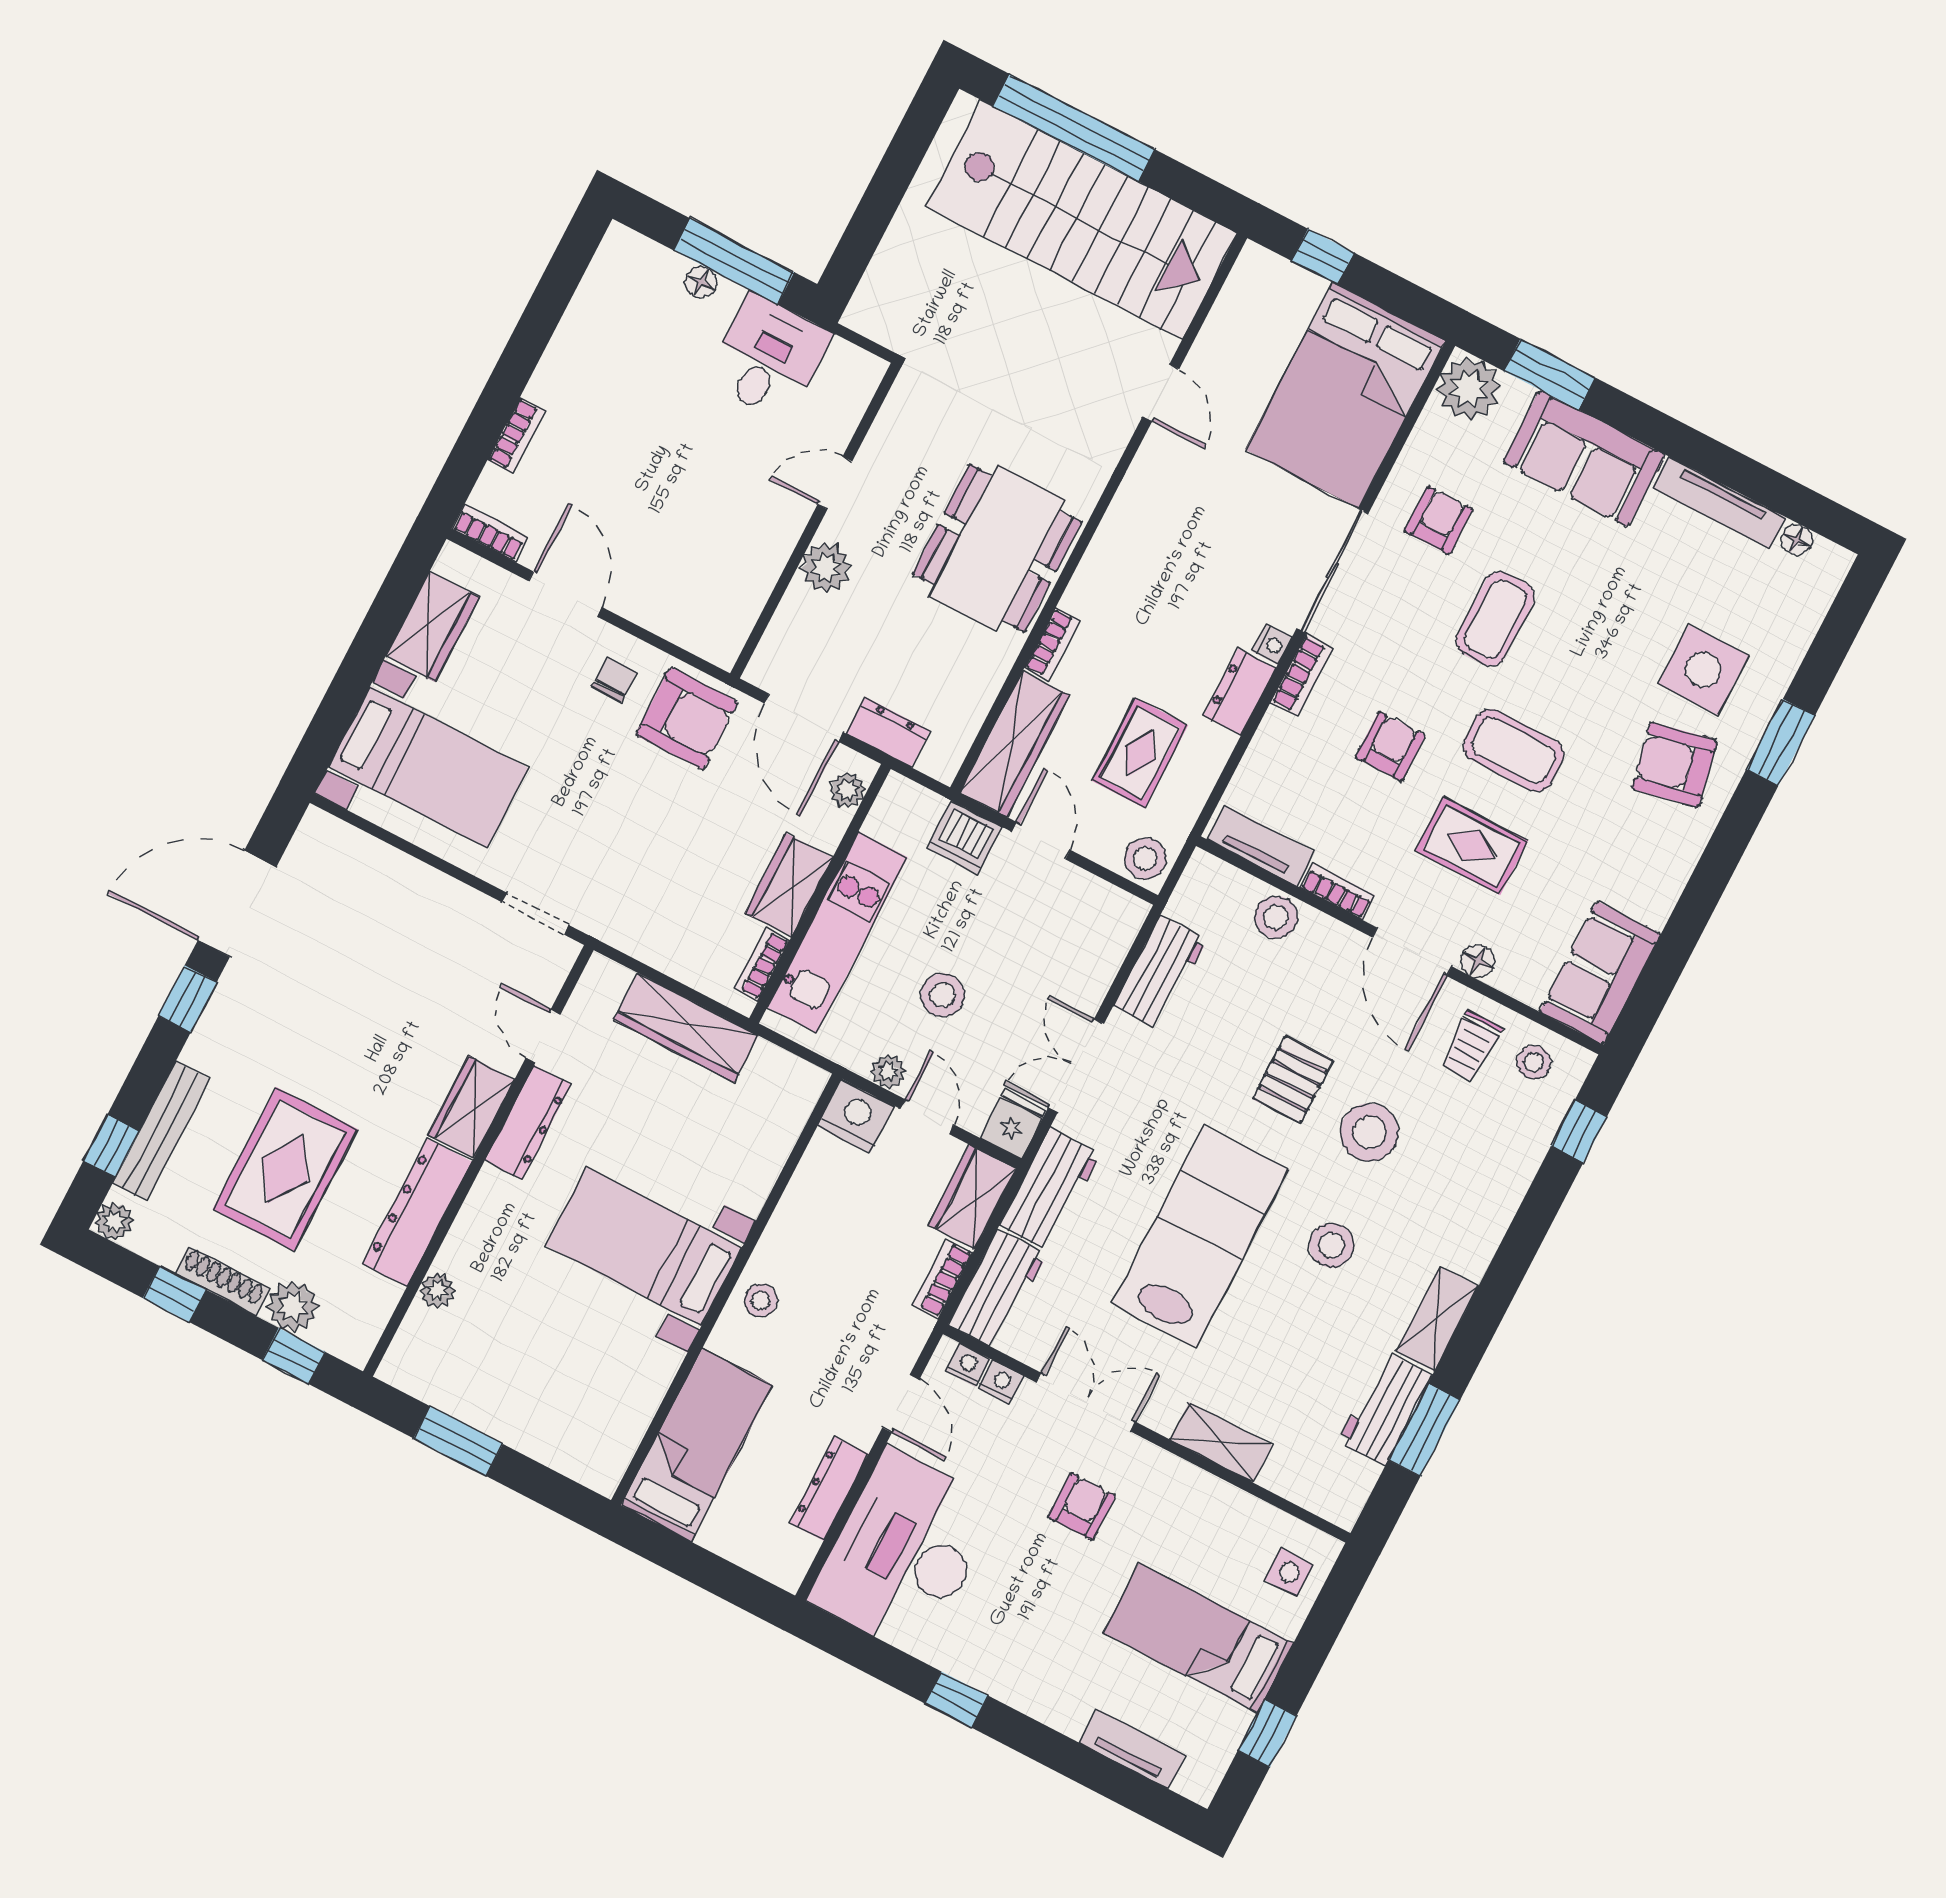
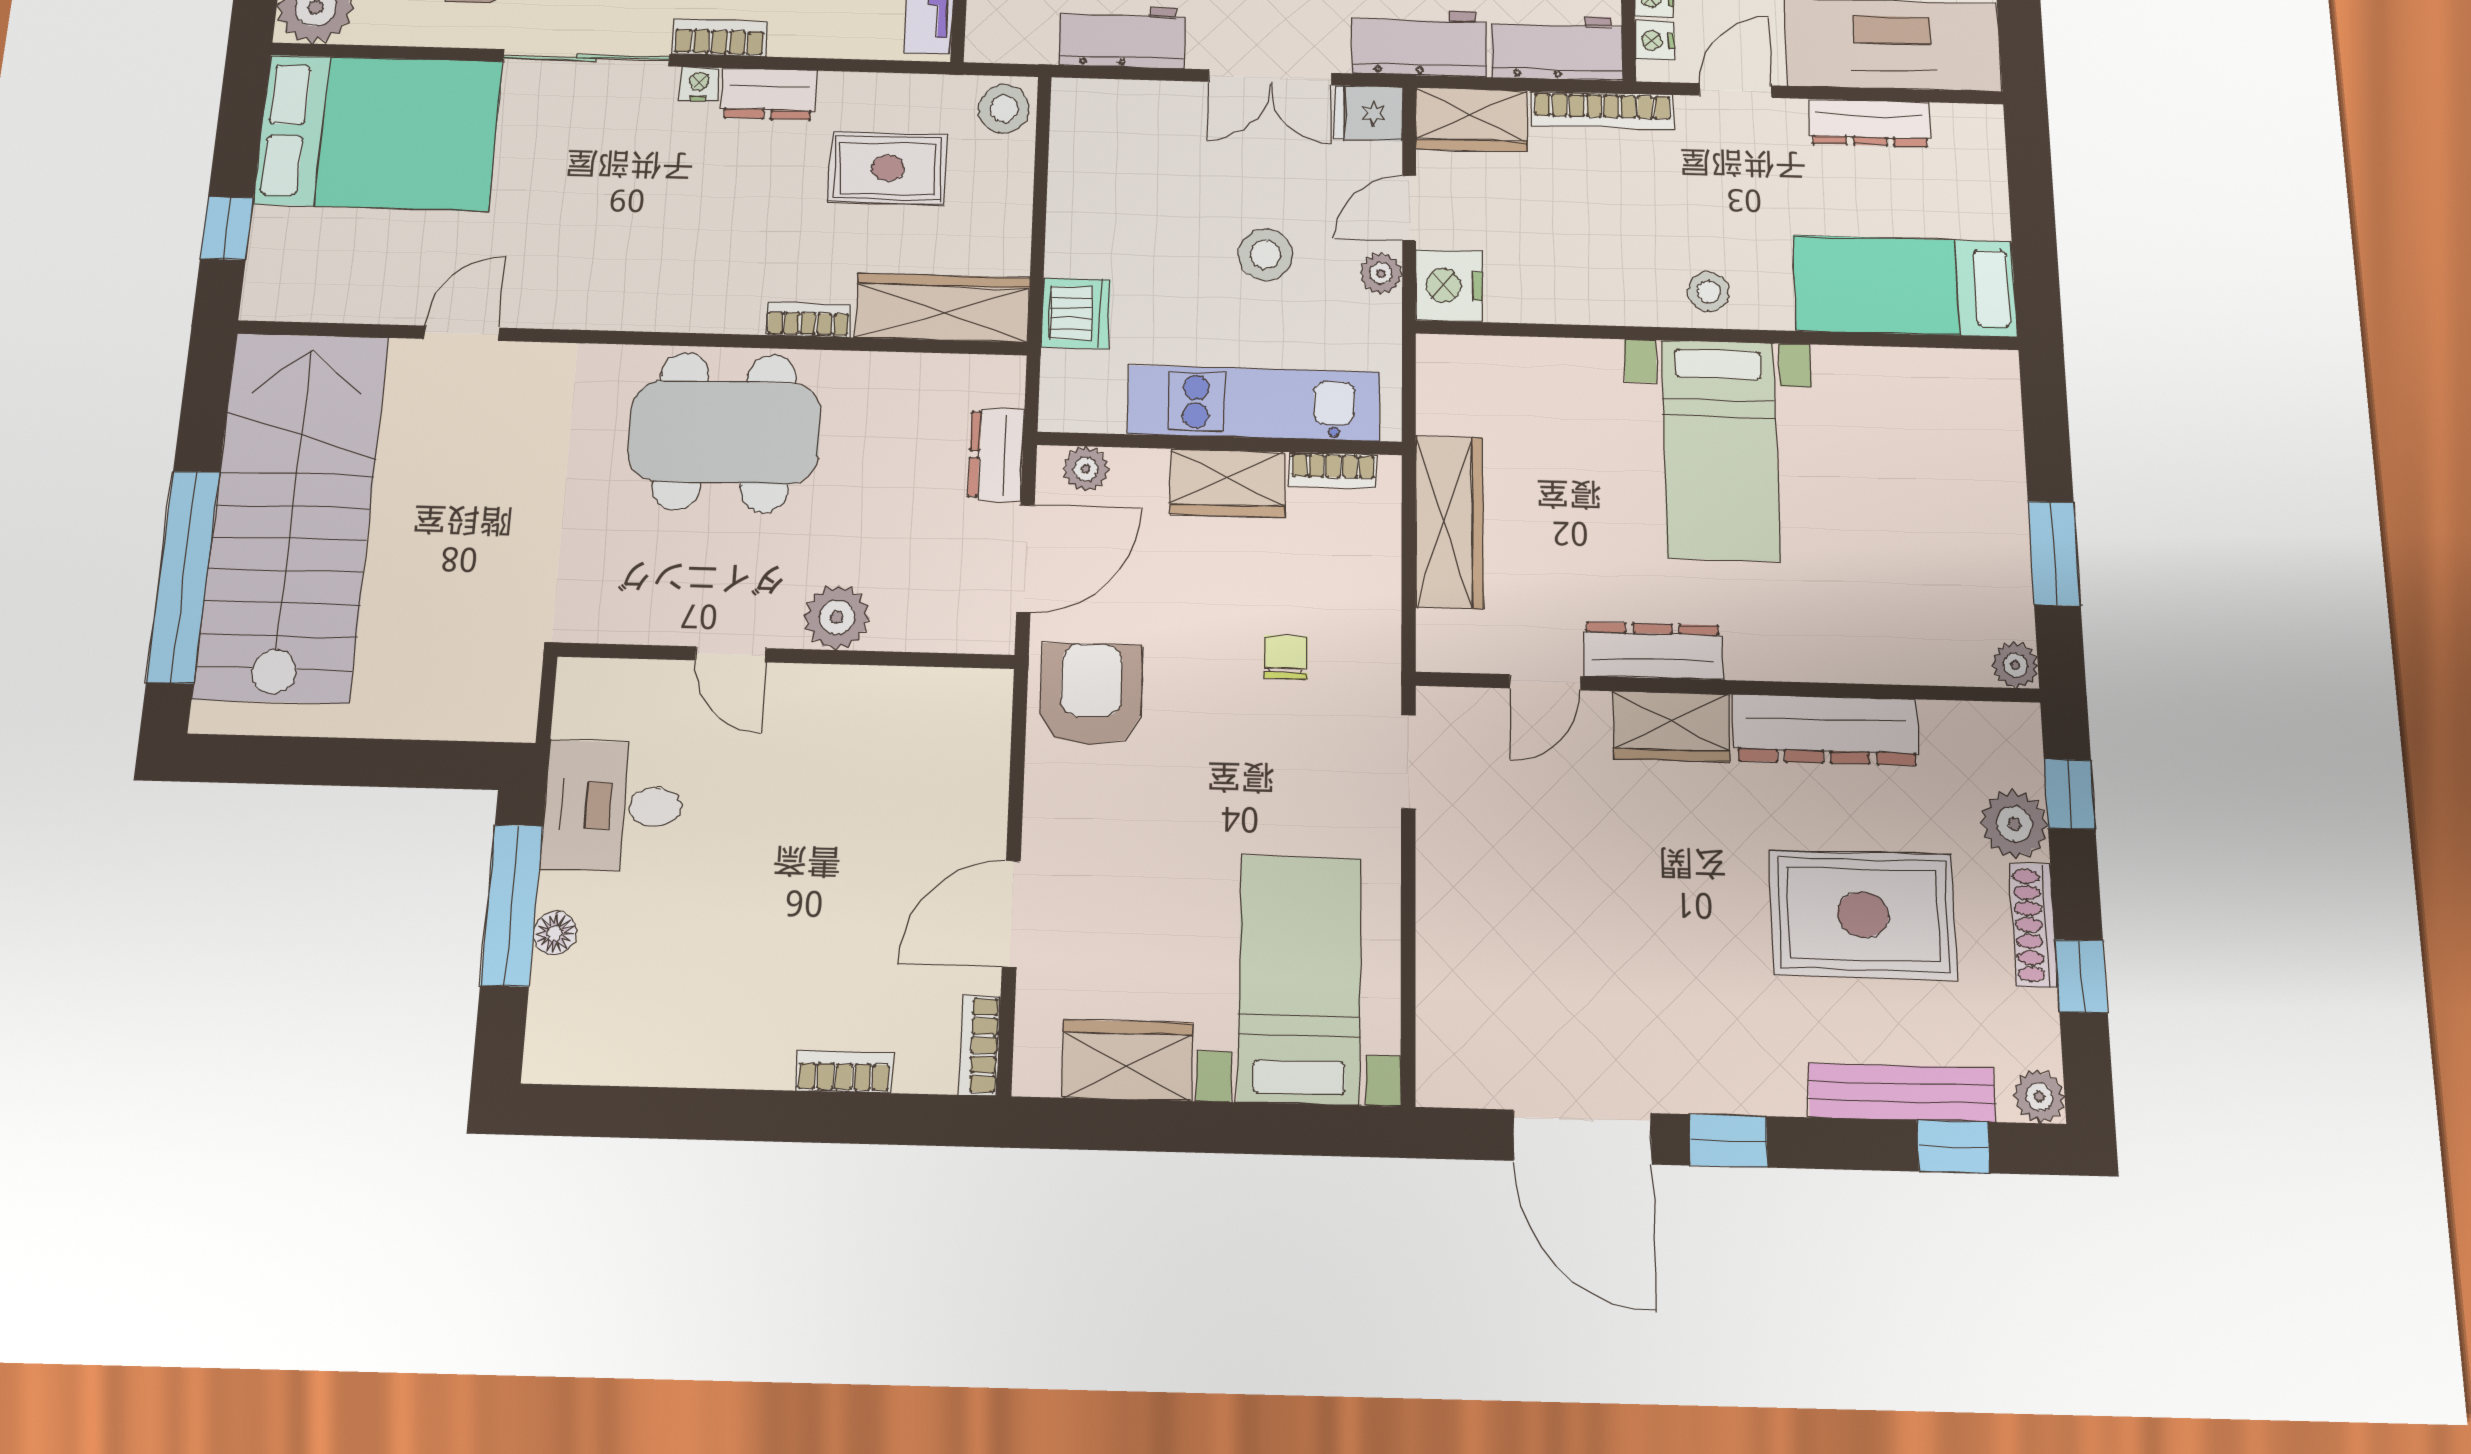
chair: (614, 679) -> (1286, 657), moved, turned 90
door: (1041, 841) -> (1039, 229), removed
bookcase: (943, 1279) -> (1602, 110), width x1.56
plant: (437, 1291) -> (2015, 665), moved

